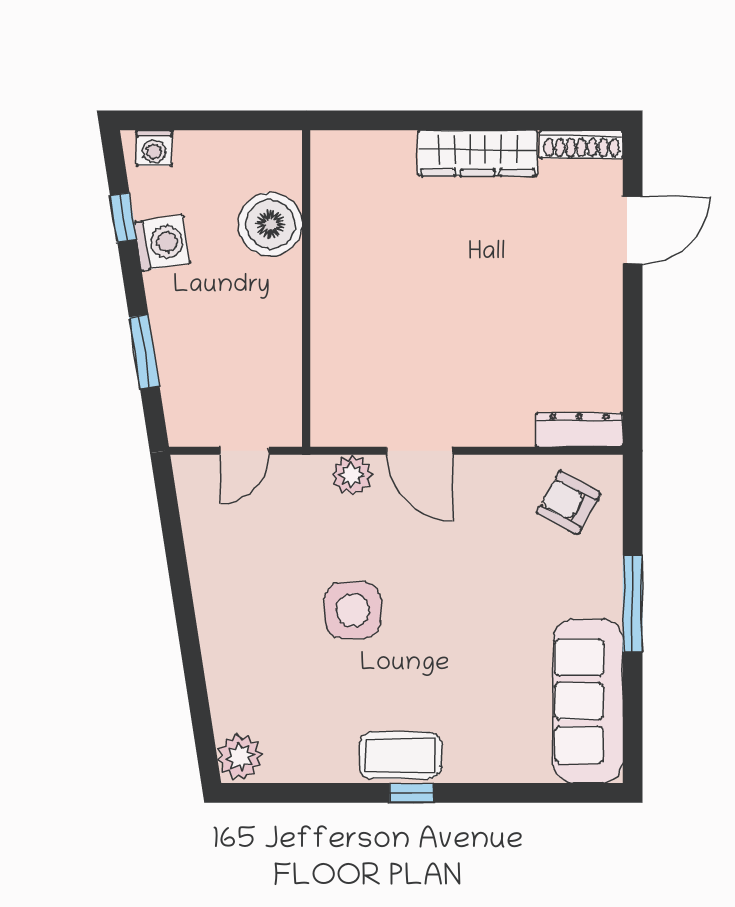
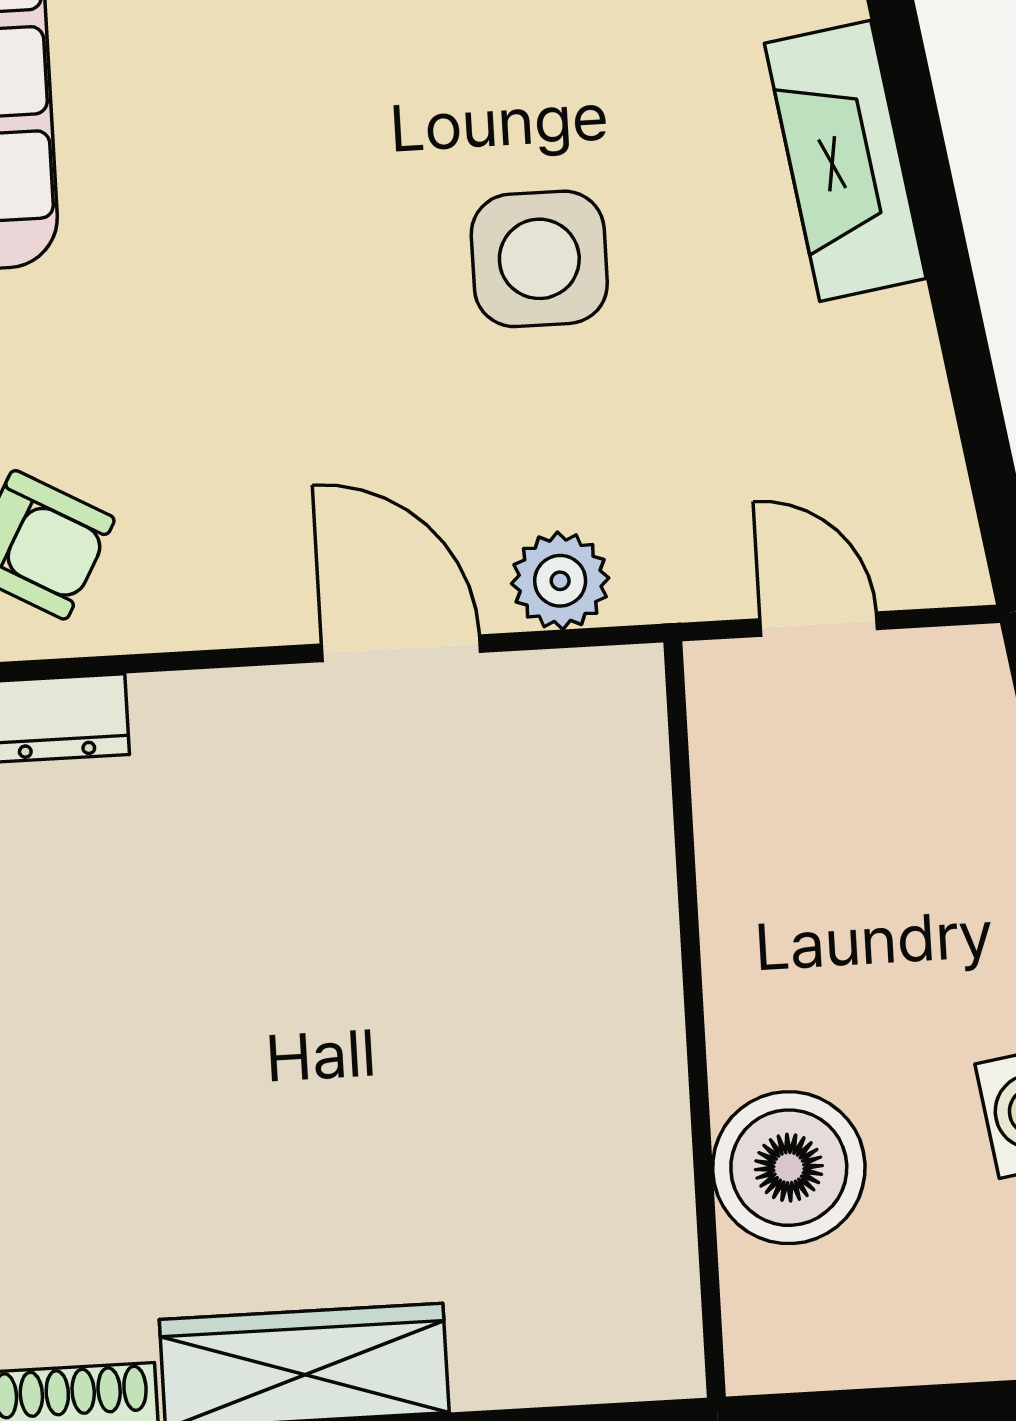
door: (245, 451) -> (819, 624), hinge flipped
fireplace: (222, 644) -> (845, 161), added

